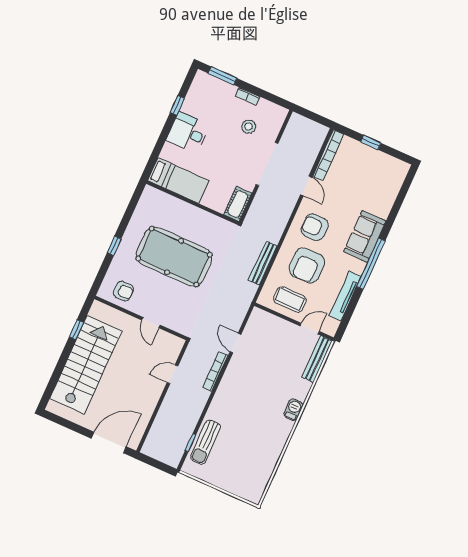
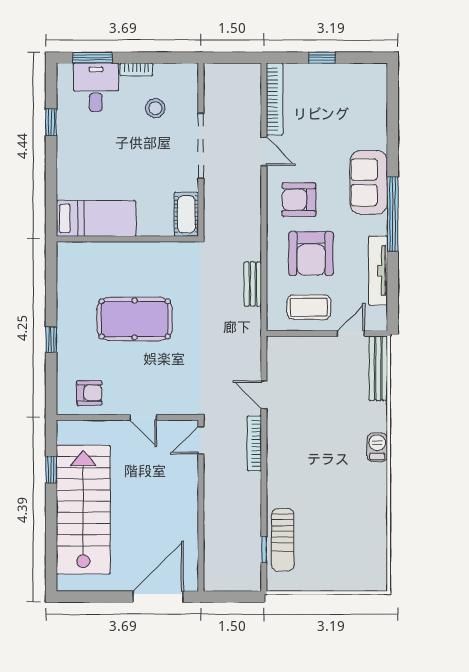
desk: (188, 133) -> (96, 87), moved, turned 90
pool table: (174, 257) -> (135, 319), width x0.73, depth x0.76
bench: (263, 263) -> (253, 284), width x0.73
door: (173, 374) -> (201, 440), moved

